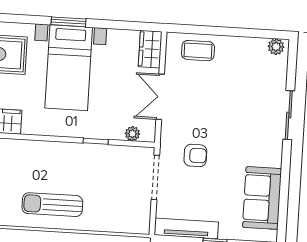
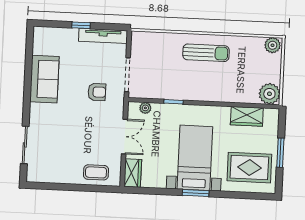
plant: (276, 47) -> (36, 176), removed
sliding door: (289, 115) -> (25, 145), moved
armchair: (195, 155) -> (97, 92), turned 180
sofa: (262, 198) -> (44, 79), moved

